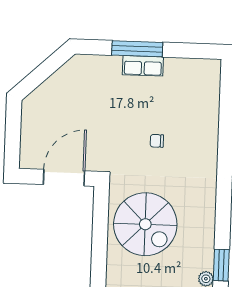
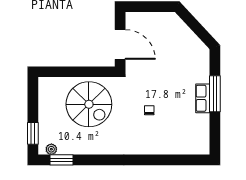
spiral stairs: (145, 224) -> (89, 104), turned -90

